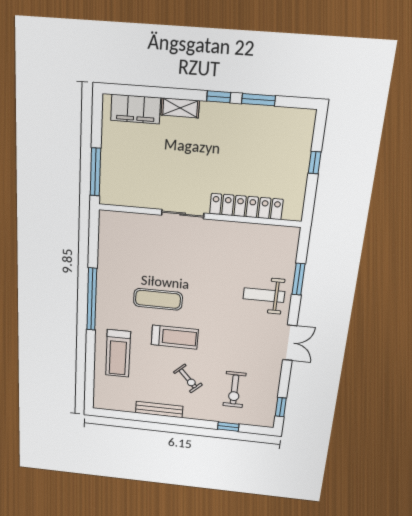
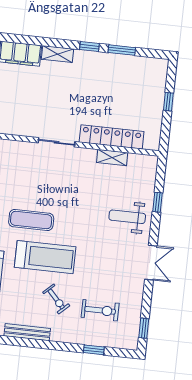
shelving: (247, 230) -> (112, 157), added
window: (298, 279) -> (157, 202), width x0.67
treadmill: (175, 337) -> (45, 257), width x1.37, depth x1.38
exercise bike: (234, 390) -> (100, 310), turned -90

